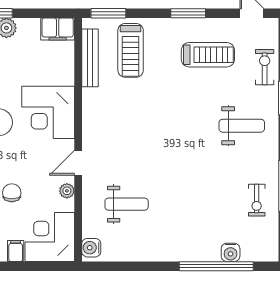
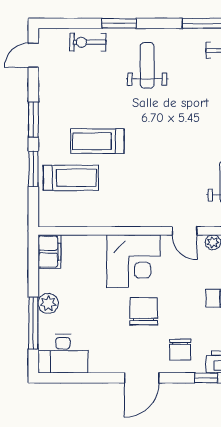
window: (108, 13) -> (33, 169), moved
treadmill: (208, 55) -> (97, 141), moved, turned -90
bench: (90, 58) -> (79, 219), removed

